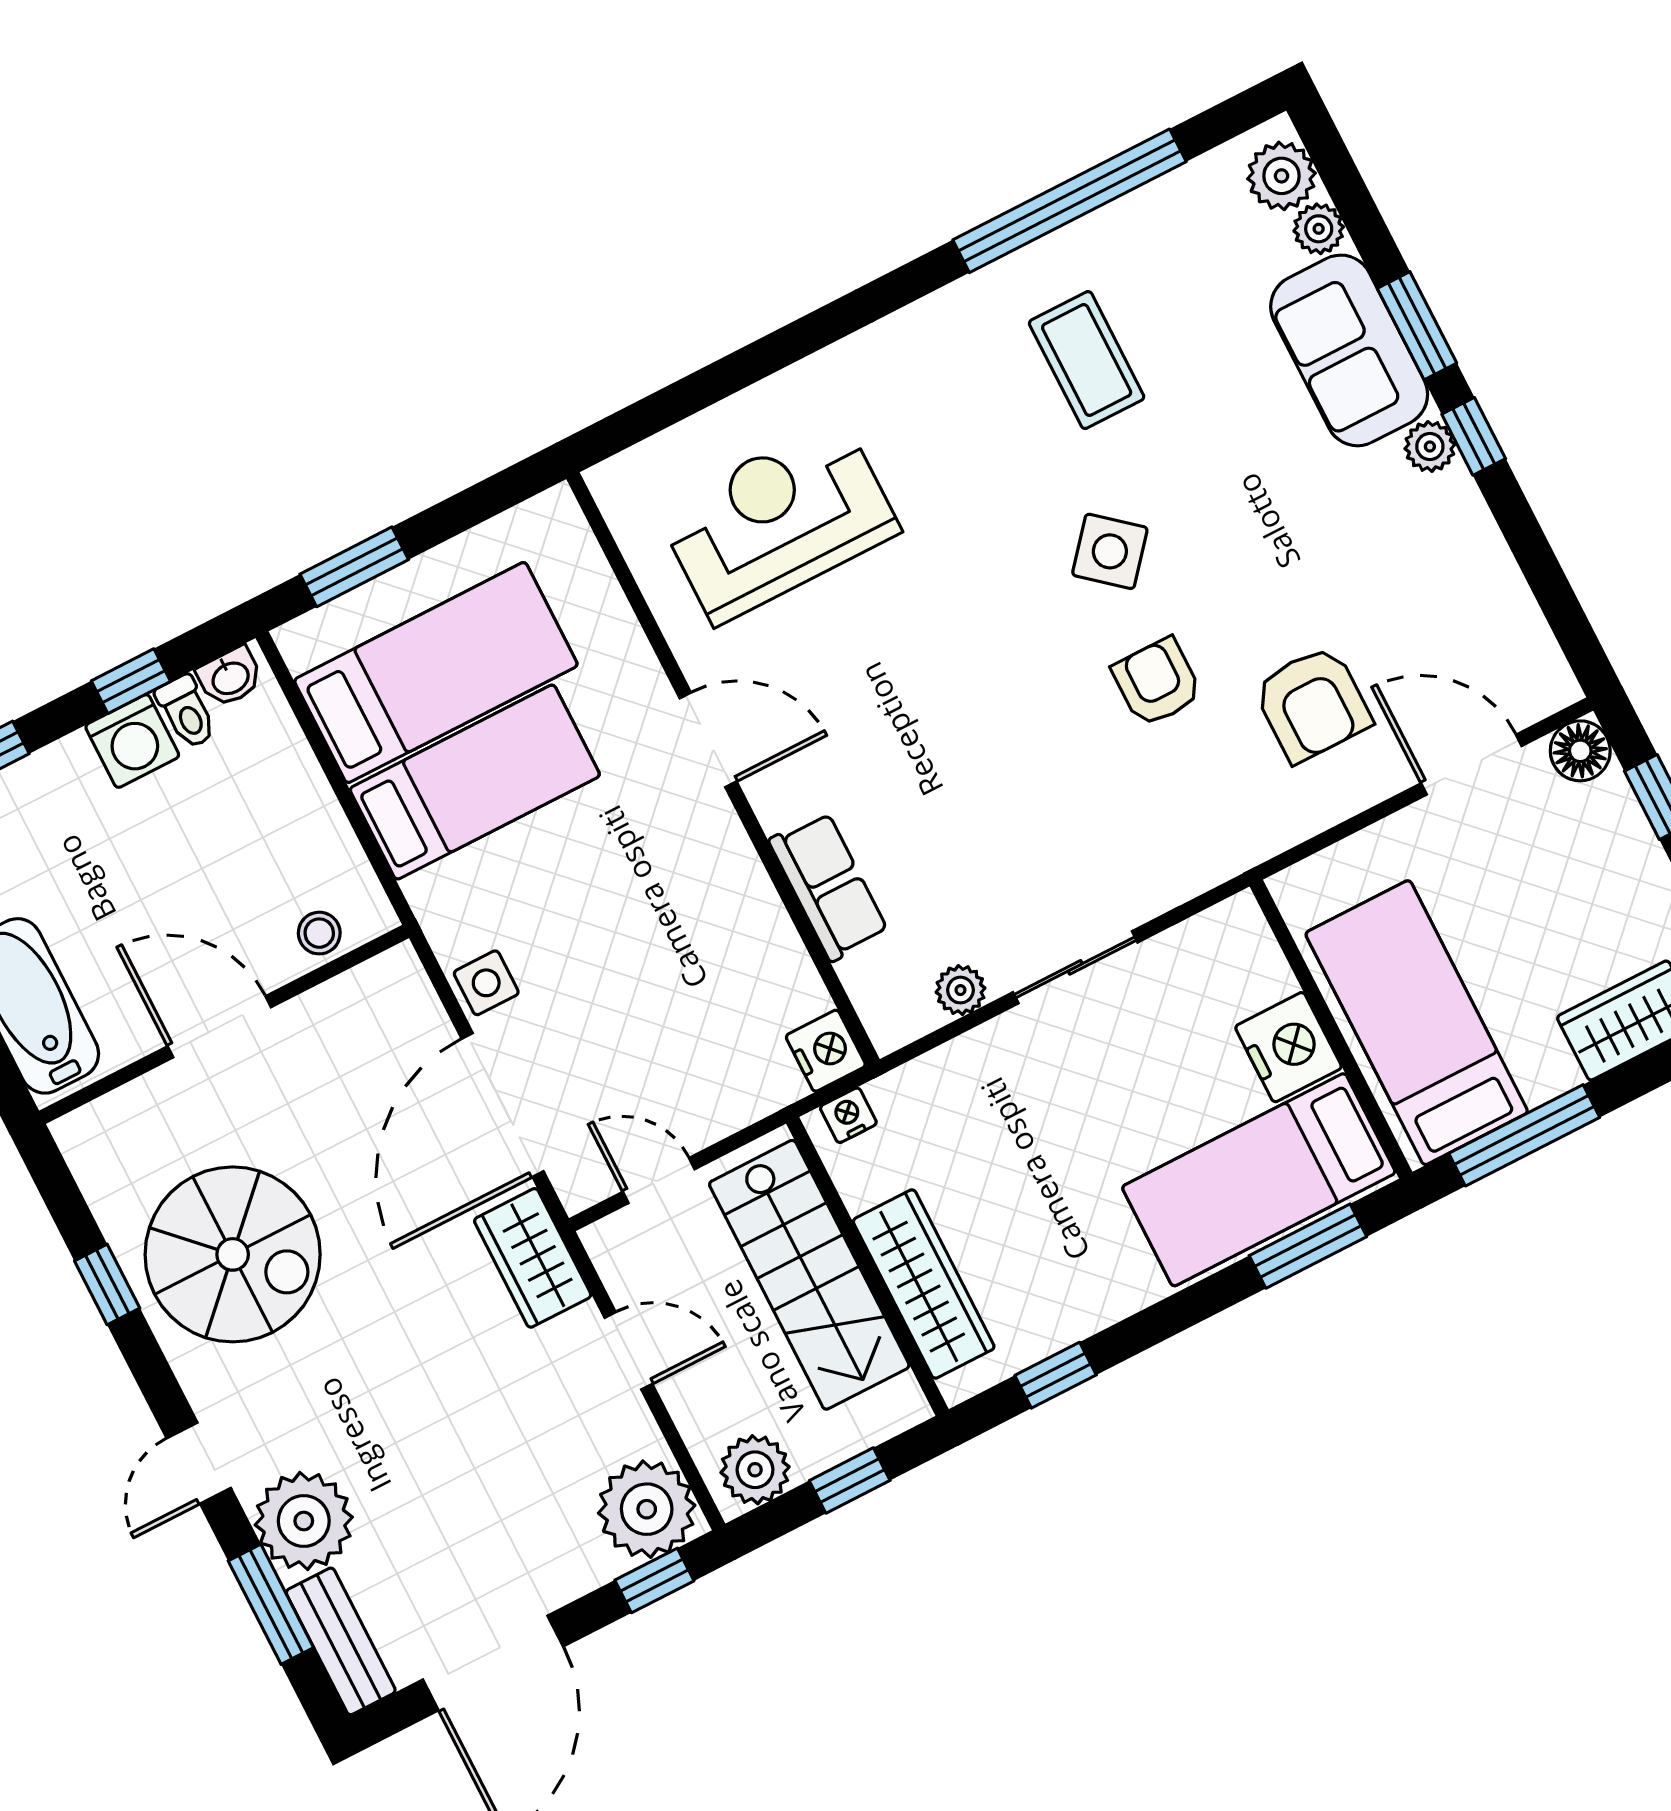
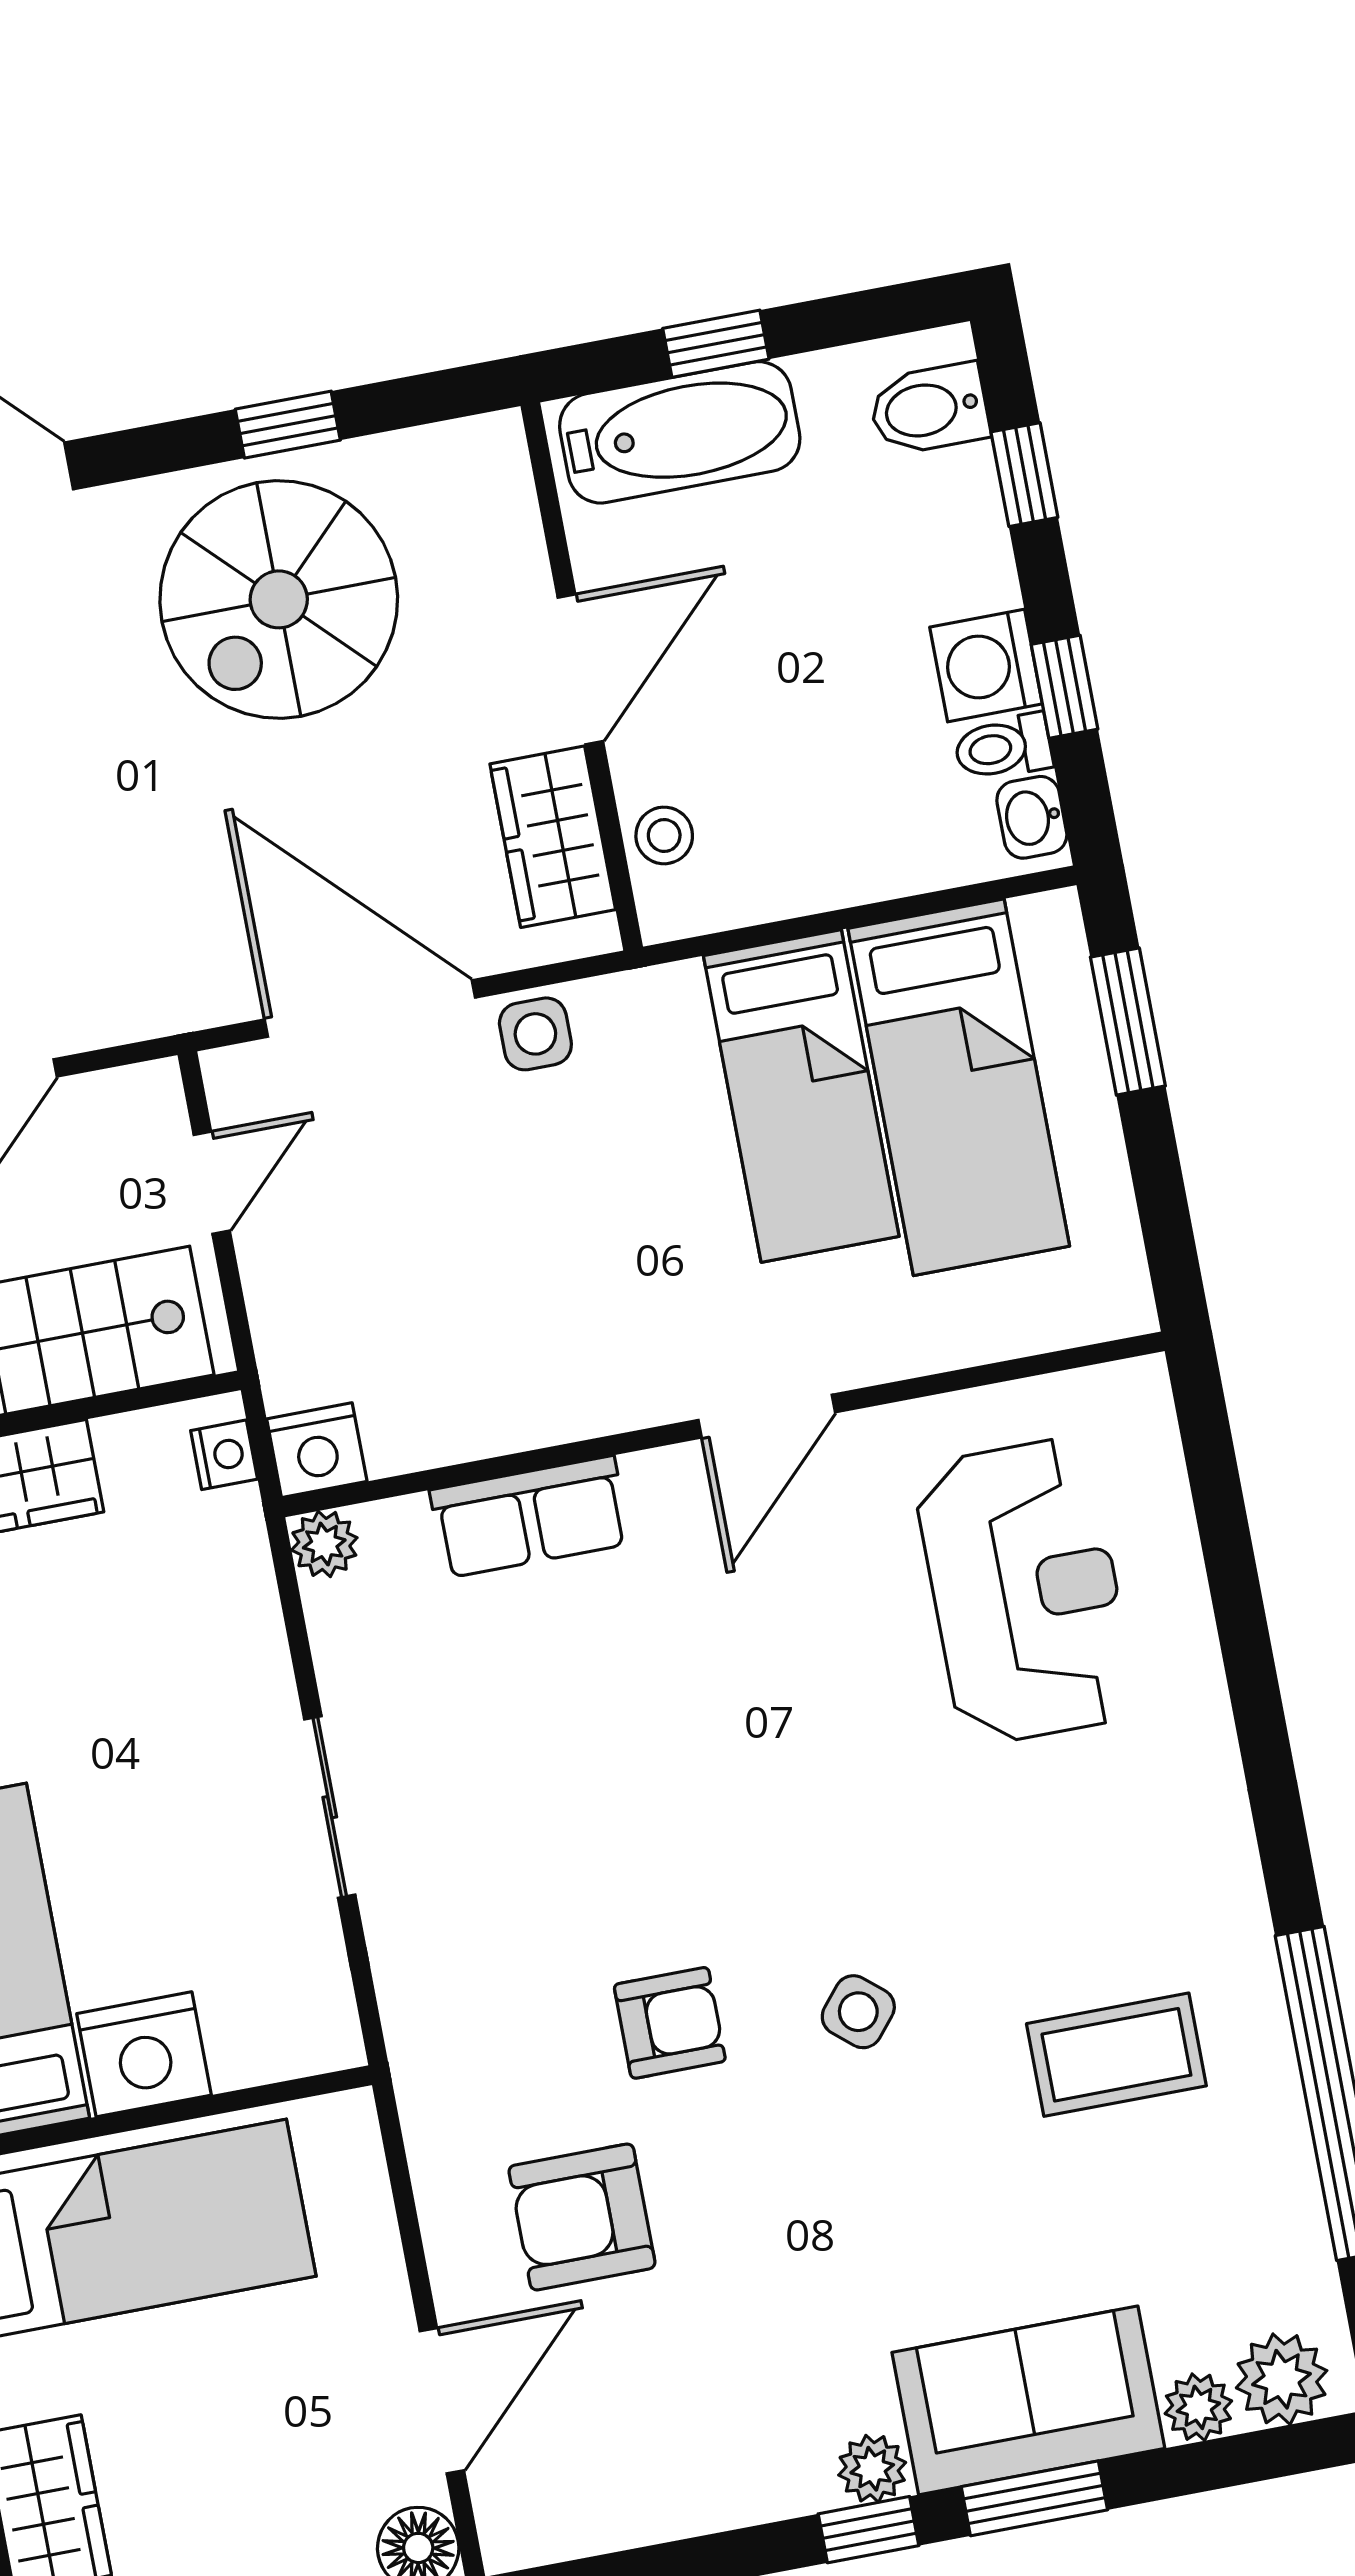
side table: (1110, 551) -> (858, 2012), width x0.73, depth x0.73
plant: (960, 990) -> (324, 1544), moved
wardrobe: (533, 1258) -> (553, 837), moved, turned -90

